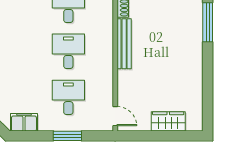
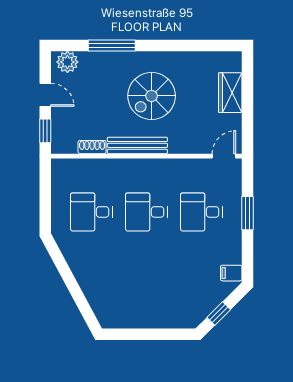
spiral stairs: (165, 56) -> (152, 96), added
filing cabinet: (24, 122) -> (231, 273), width x0.50

